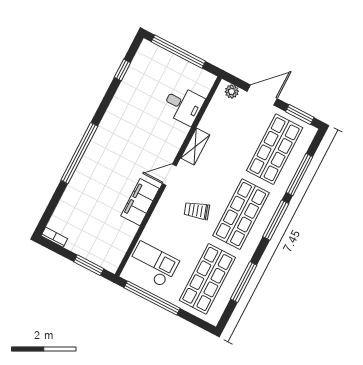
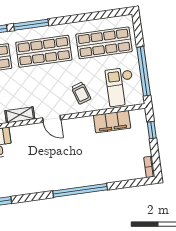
filing cabinet: (140, 202) -> (112, 122), moved
trolley: (197, 211) -> (81, 93), moved
window: (89, 265) -> (152, 130), width x0.67
window: (244, 282) -> (89, 17), removed

